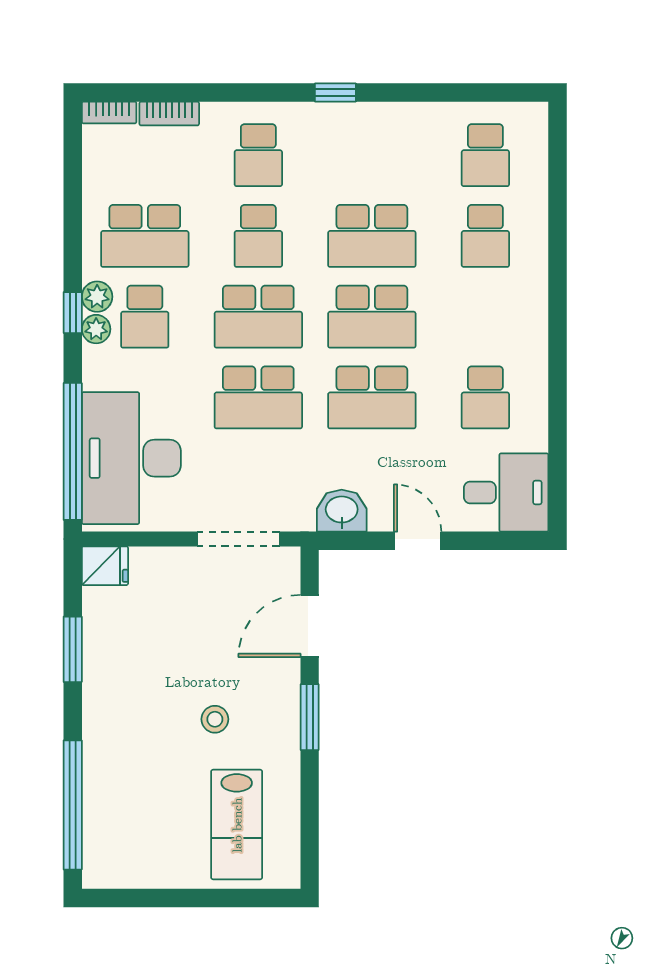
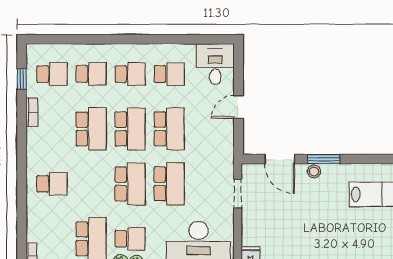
window: (335, 92) -> (22, 79), moved
bookcase: (169, 114) -> (32, 112), moved
school desk: (258, 236) -> (130, 74), moved
washbasin: (342, 511) -> (224, 144), removed
doorway: (238, 539) -> (238, 193), width x0.73
stool: (215, 719) -> (314, 171), moved

